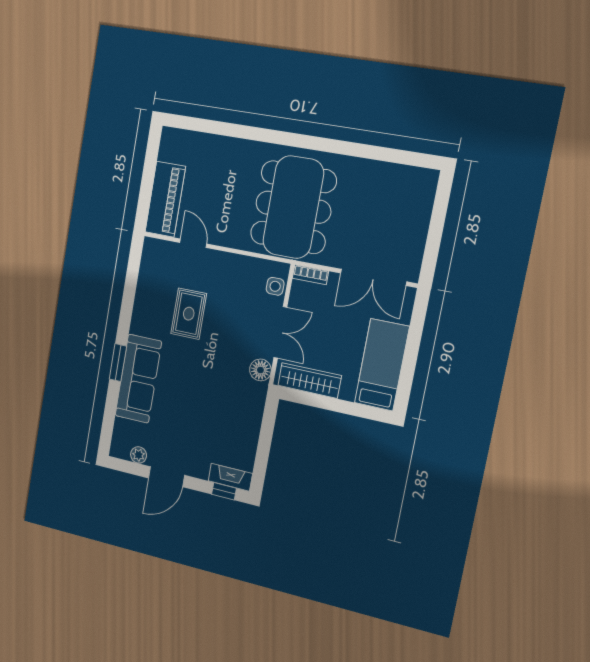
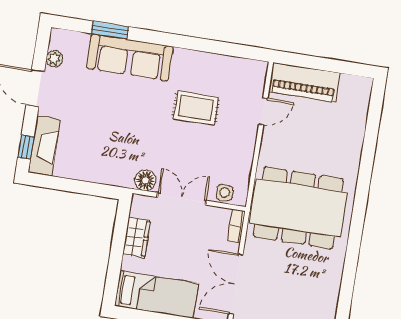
double door: (280, 332) -> (182, 199), swing flipped
window: (118, 363) -> (110, 30), moved
wardrobe: (310, 380) -> (137, 237), width x0.67
fireplace: (230, 477) -> (44, 146), width x1.37, depth x1.32

